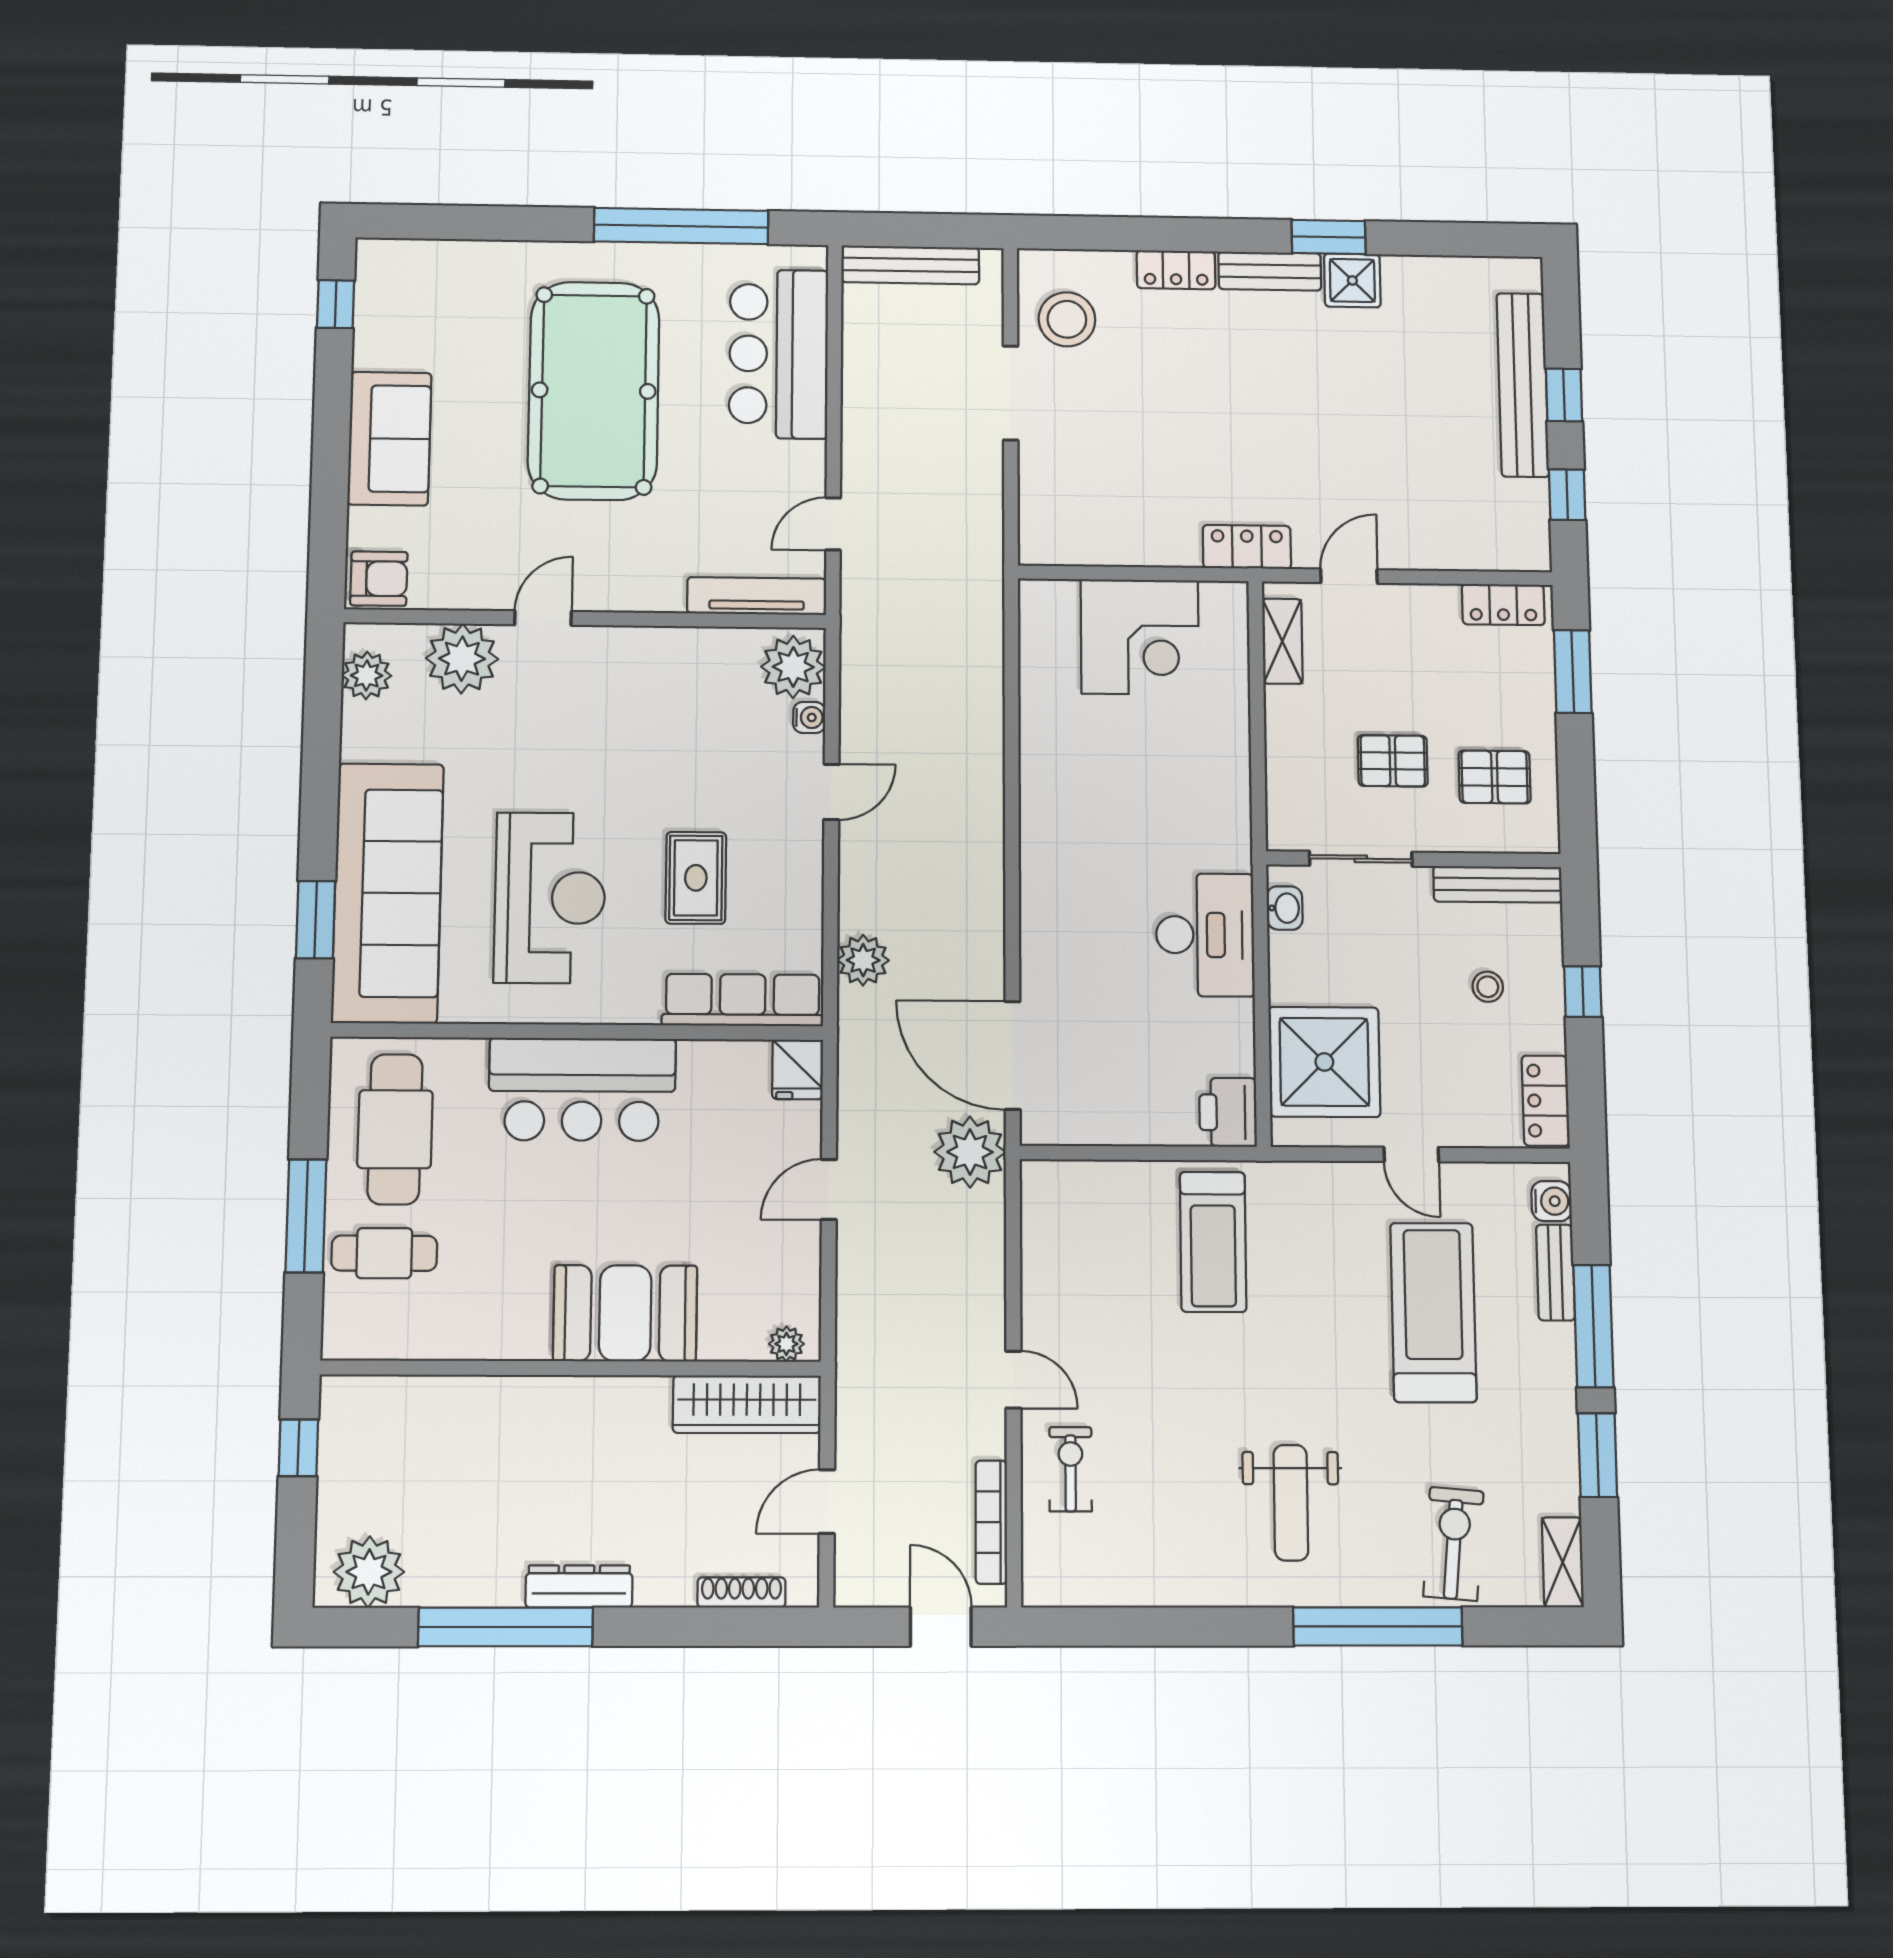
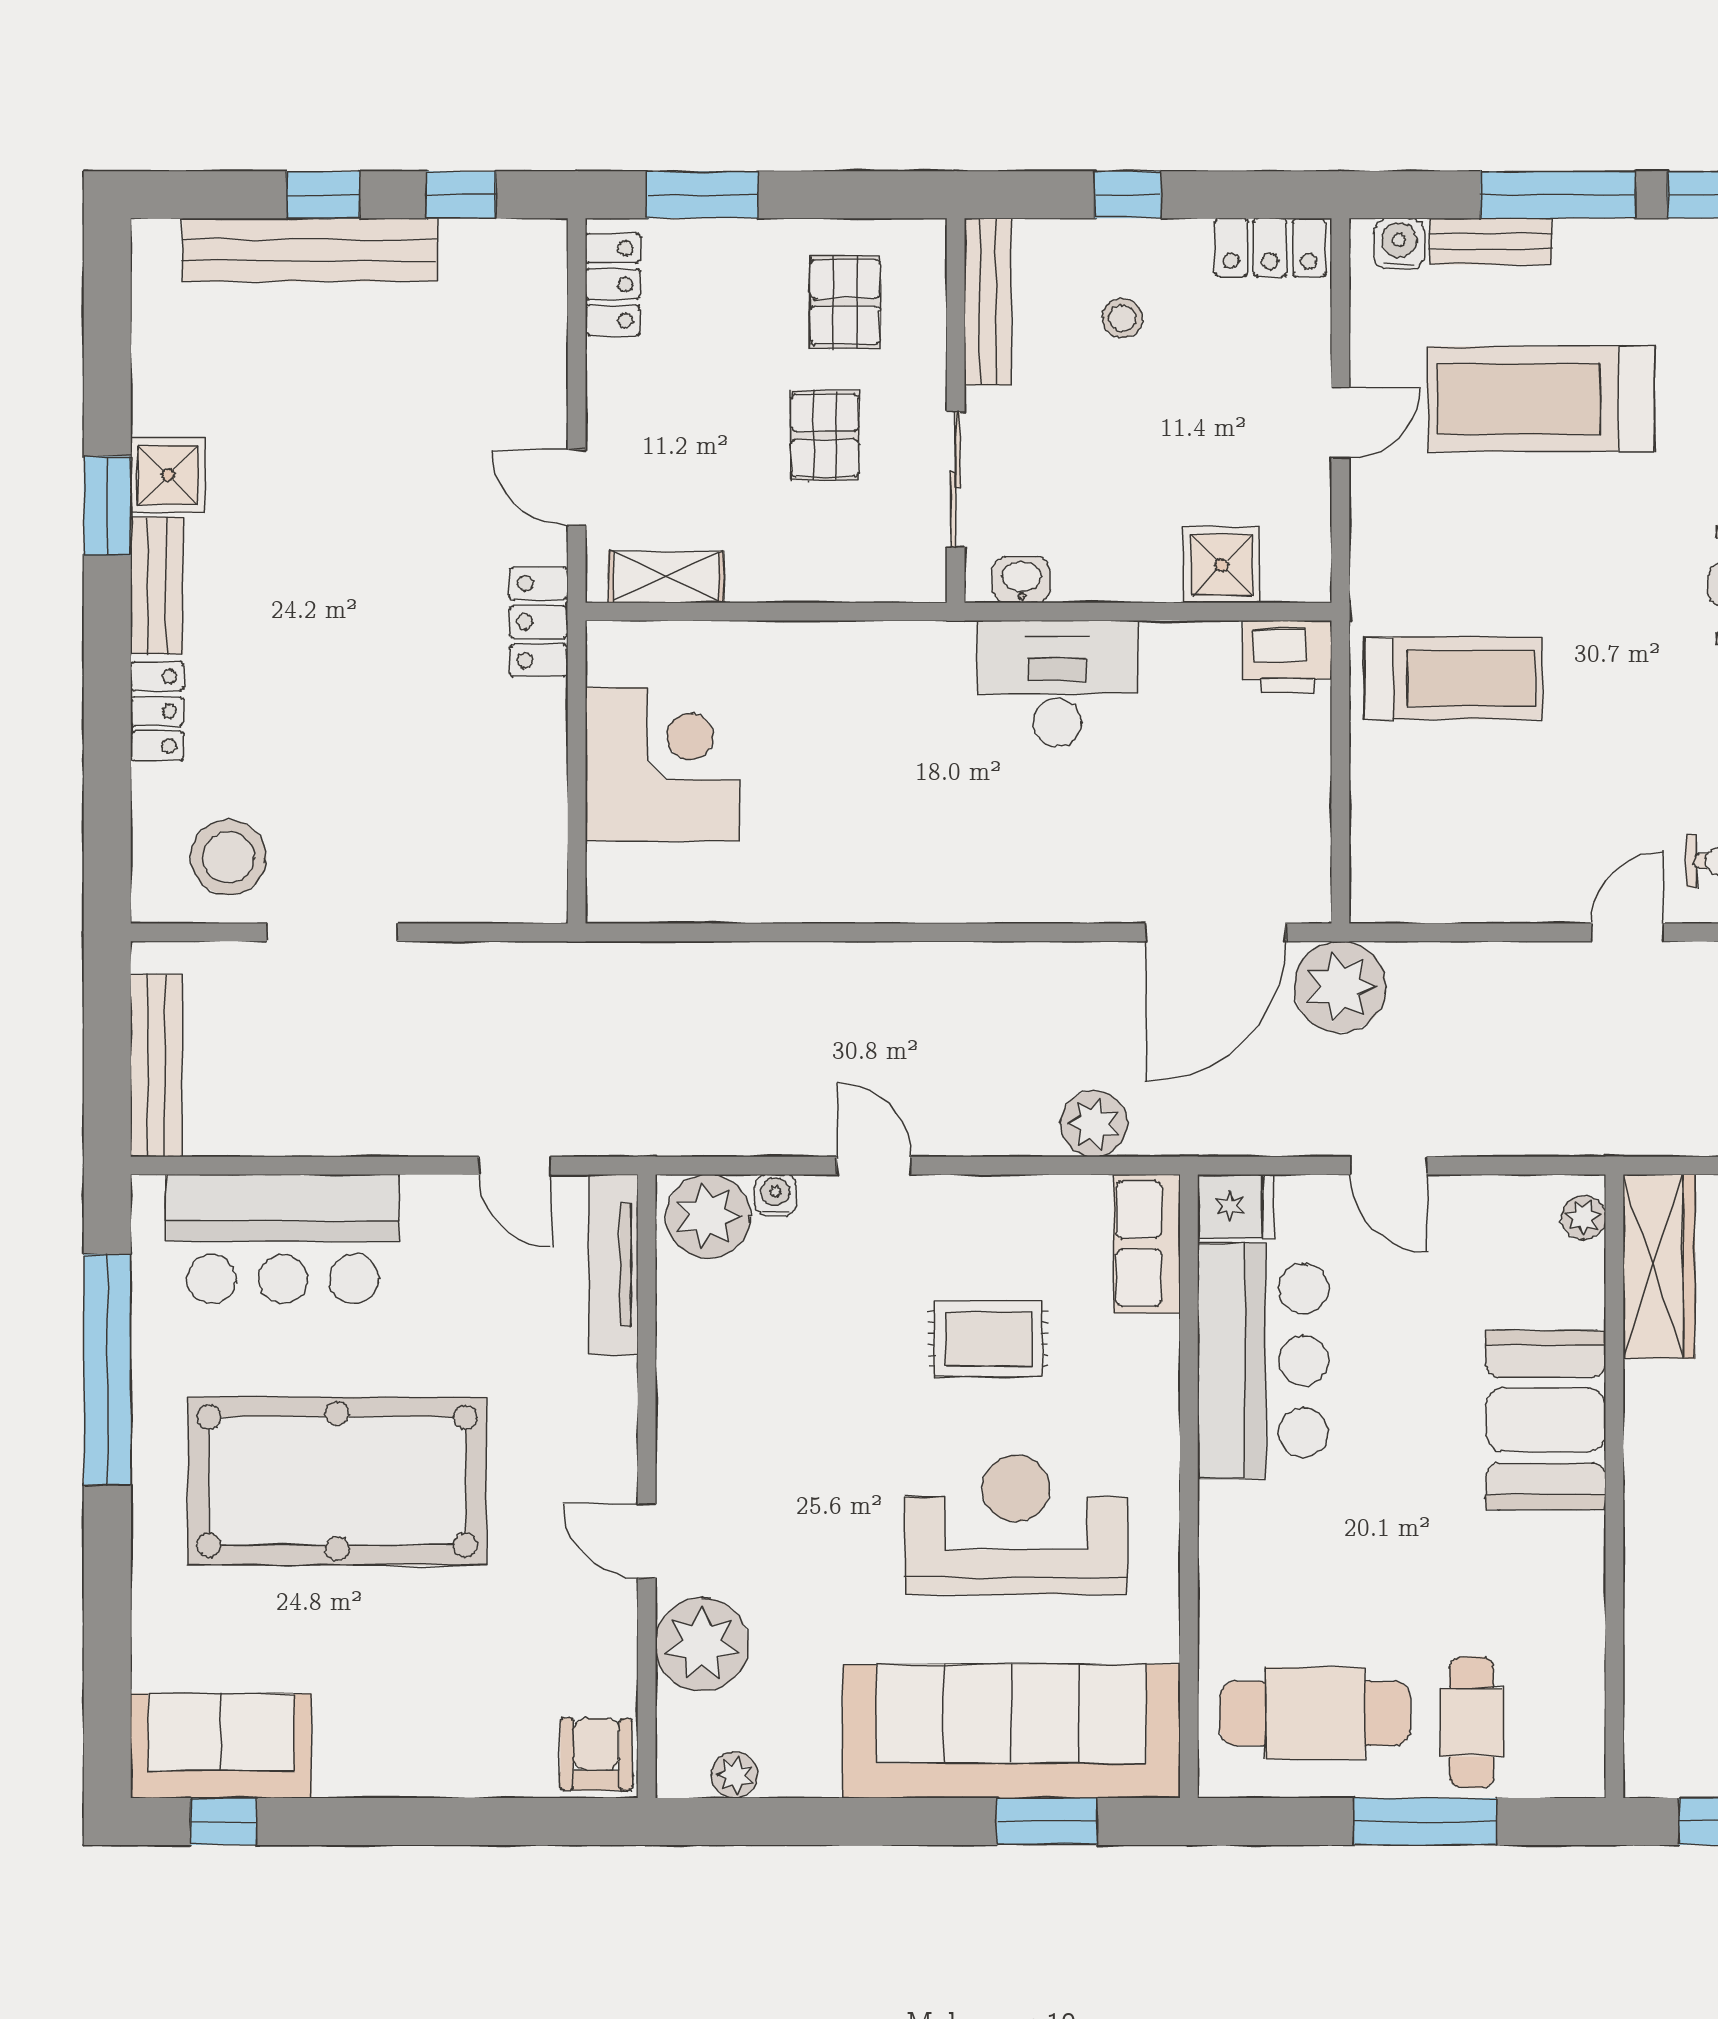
sofa: (389, 439) -> (221, 1746), moved
plant: (367, 675) -> (735, 1775), width x0.73, depth x0.73
row of seats: (743, 1000) -> (1147, 1244), width x0.68
shower: (1324, 1062) -> (1222, 565), width x0.54, depth x0.54
bar counter: (582, 1089) -> (1263, 1361), moved

